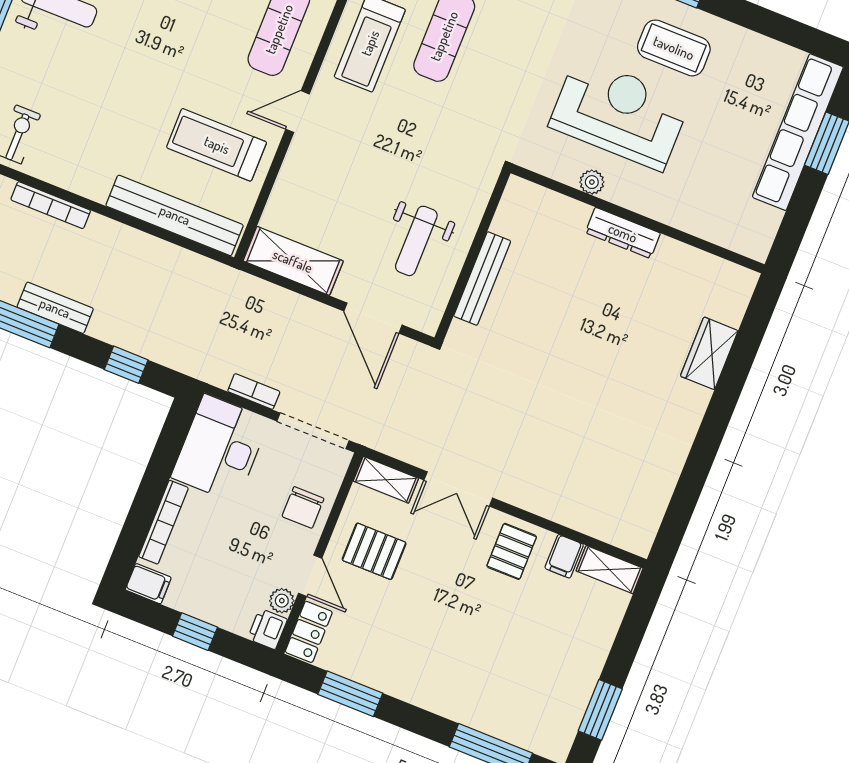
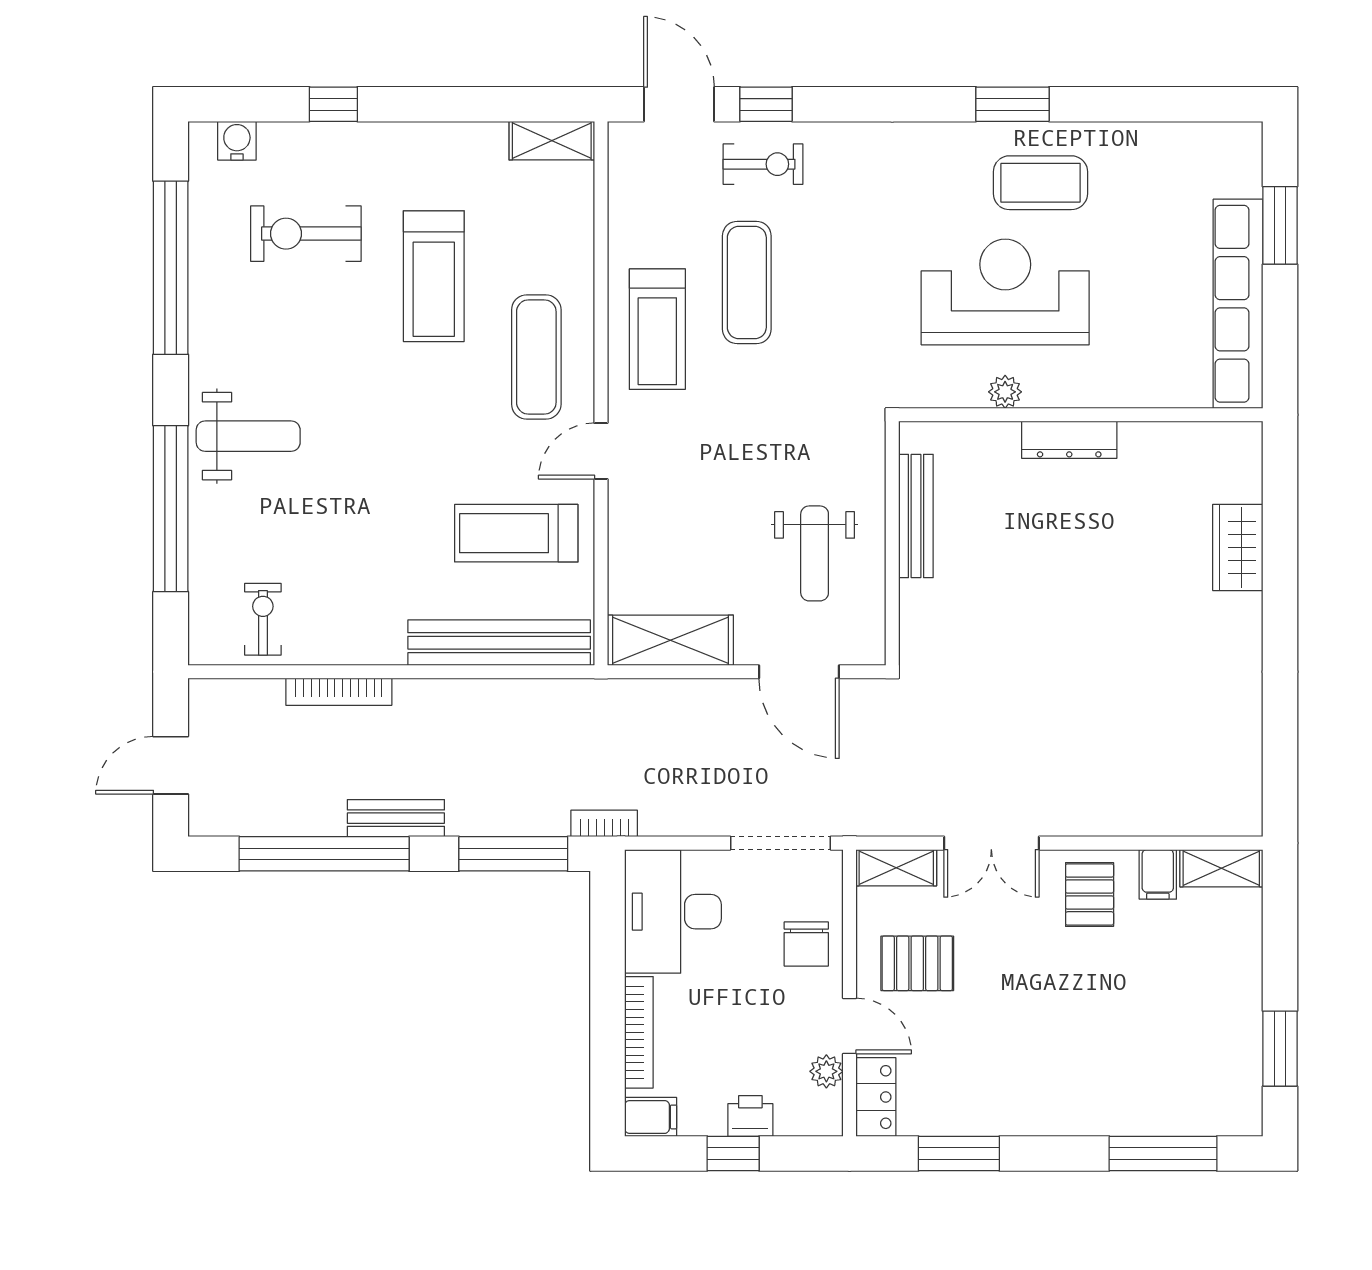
row of seats: (798, 132) -> (1238, 304), moved
bench: (482, 278) -> (916, 516), moved
window: (126, 365) -> (513, 854), width x2.17
bookcase: (254, 391) -> (604, 823), moved
printer: (267, 629) -> (750, 1116), moved, turned 90

